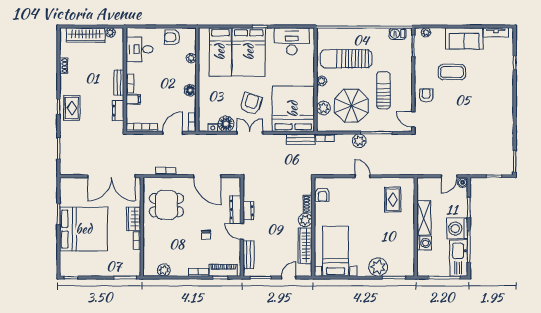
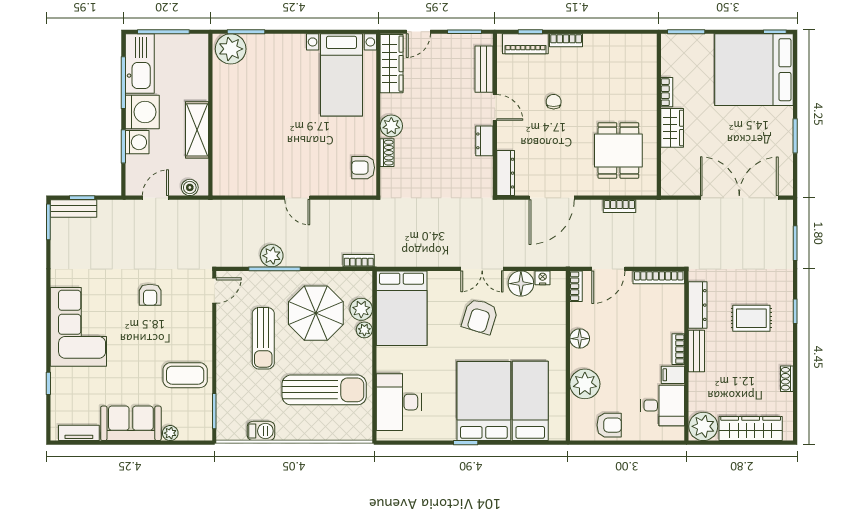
plant: (111, 32) -> (703, 426), width x1.88, depth x1.88
plant: (426, 32) -> (170, 433), moved
barbecue: (398, 34) -> (261, 431), moved
desk: (292, 41) -> (399, 402), moved, turned 90
plant: (191, 58) -> (585, 384), width x1.88, depth x1.88
coffee table: (452, 72) -> (185, 375), moved
plant: (322, 81) -> (364, 330), moved
armchair: (426, 95) -> (150, 295), moved
corner sofa: (496, 97) -> (78, 327), added
filing cabinet: (133, 99) -> (673, 375), moved
rug: (72, 108) -> (751, 318), moved, turned 90
bed: (293, 109) -> (402, 308), width x0.73
dresser: (118, 111) -> (698, 305), width x1.44
door: (413, 119) -> (214, 291), hinge flipped
bench: (300, 139) -> (73, 209), moved
plant: (359, 141) -> (272, 256), moved
double door: (111, 176) -> (739, 198), moved
door: (207, 176) -> (552, 198), swing flipped
boiler: (463, 182) -> (190, 187), moved
armchair: (322, 195) -> (363, 168), turned -90
rug: (393, 200) -> (248, 159), removed
dining table: (166, 205) -> (618, 150), turned 90
dresser: (235, 210) -> (506, 173), moved
bed: (84, 229) -> (754, 70), moved
washing machine: (424, 243) -> (137, 142), moved, turned 180
wardrobe: (305, 246) -> (392, 64), moved
plant: (378, 267) -> (231, 49), moved
plant: (164, 270) -> (623, 44), removed

